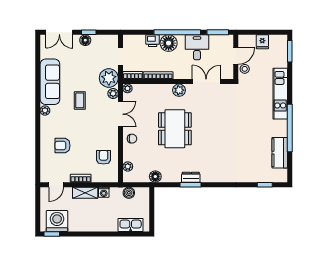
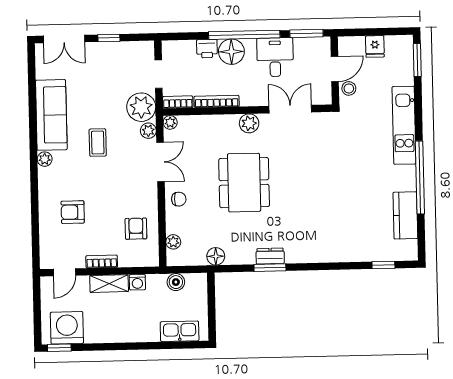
floor lamp: (85, 40) -> (104, 50), removed

